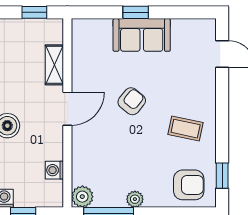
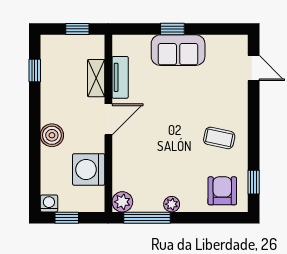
tv unit: (80, 64) -> (120, 77), added
armchair: (132, 101) -> (169, 112), removed
washing machine: (54, 170) -> (89, 169), width x1.89, depth x1.89
armchair: (189, 185) -> (222, 191), turned -90

